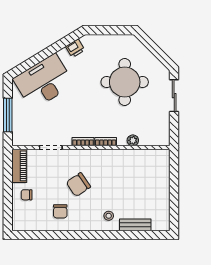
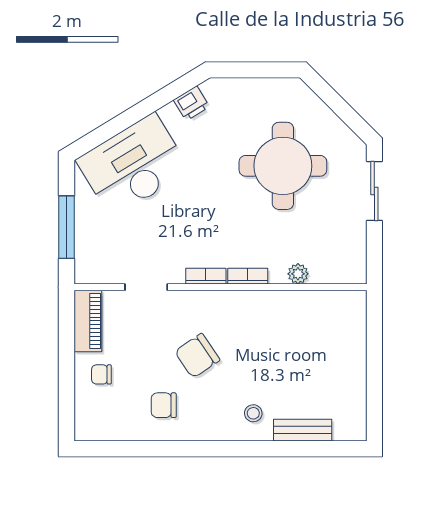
chair: (60, 211) -> (164, 405), turned 90

